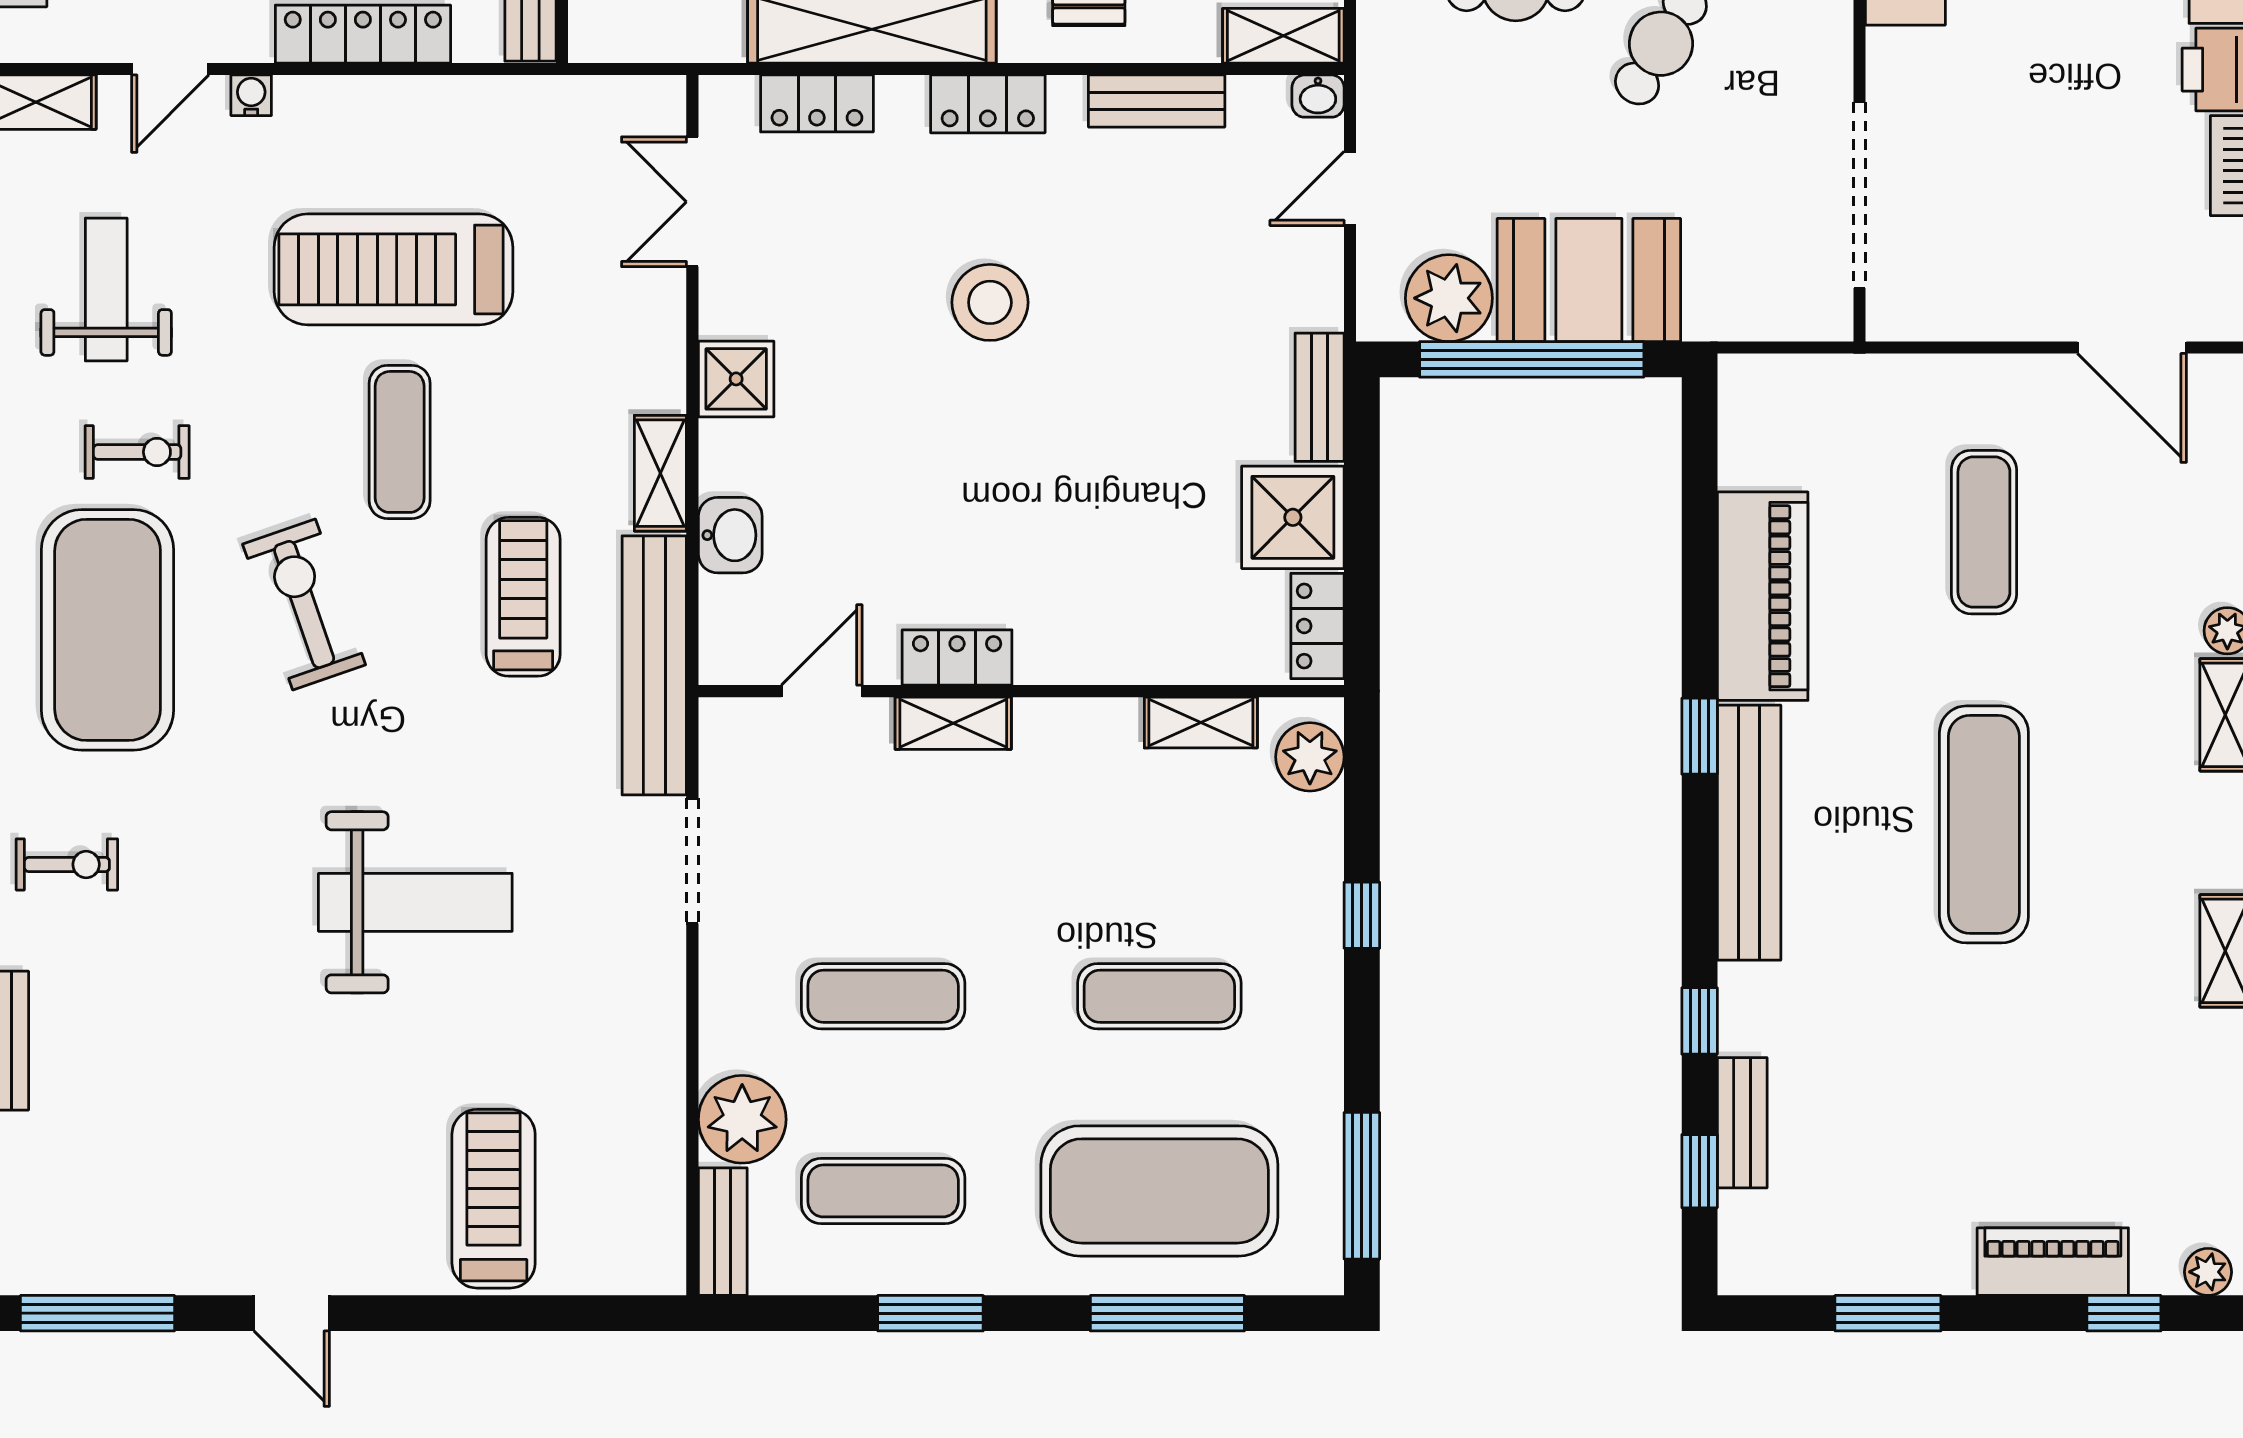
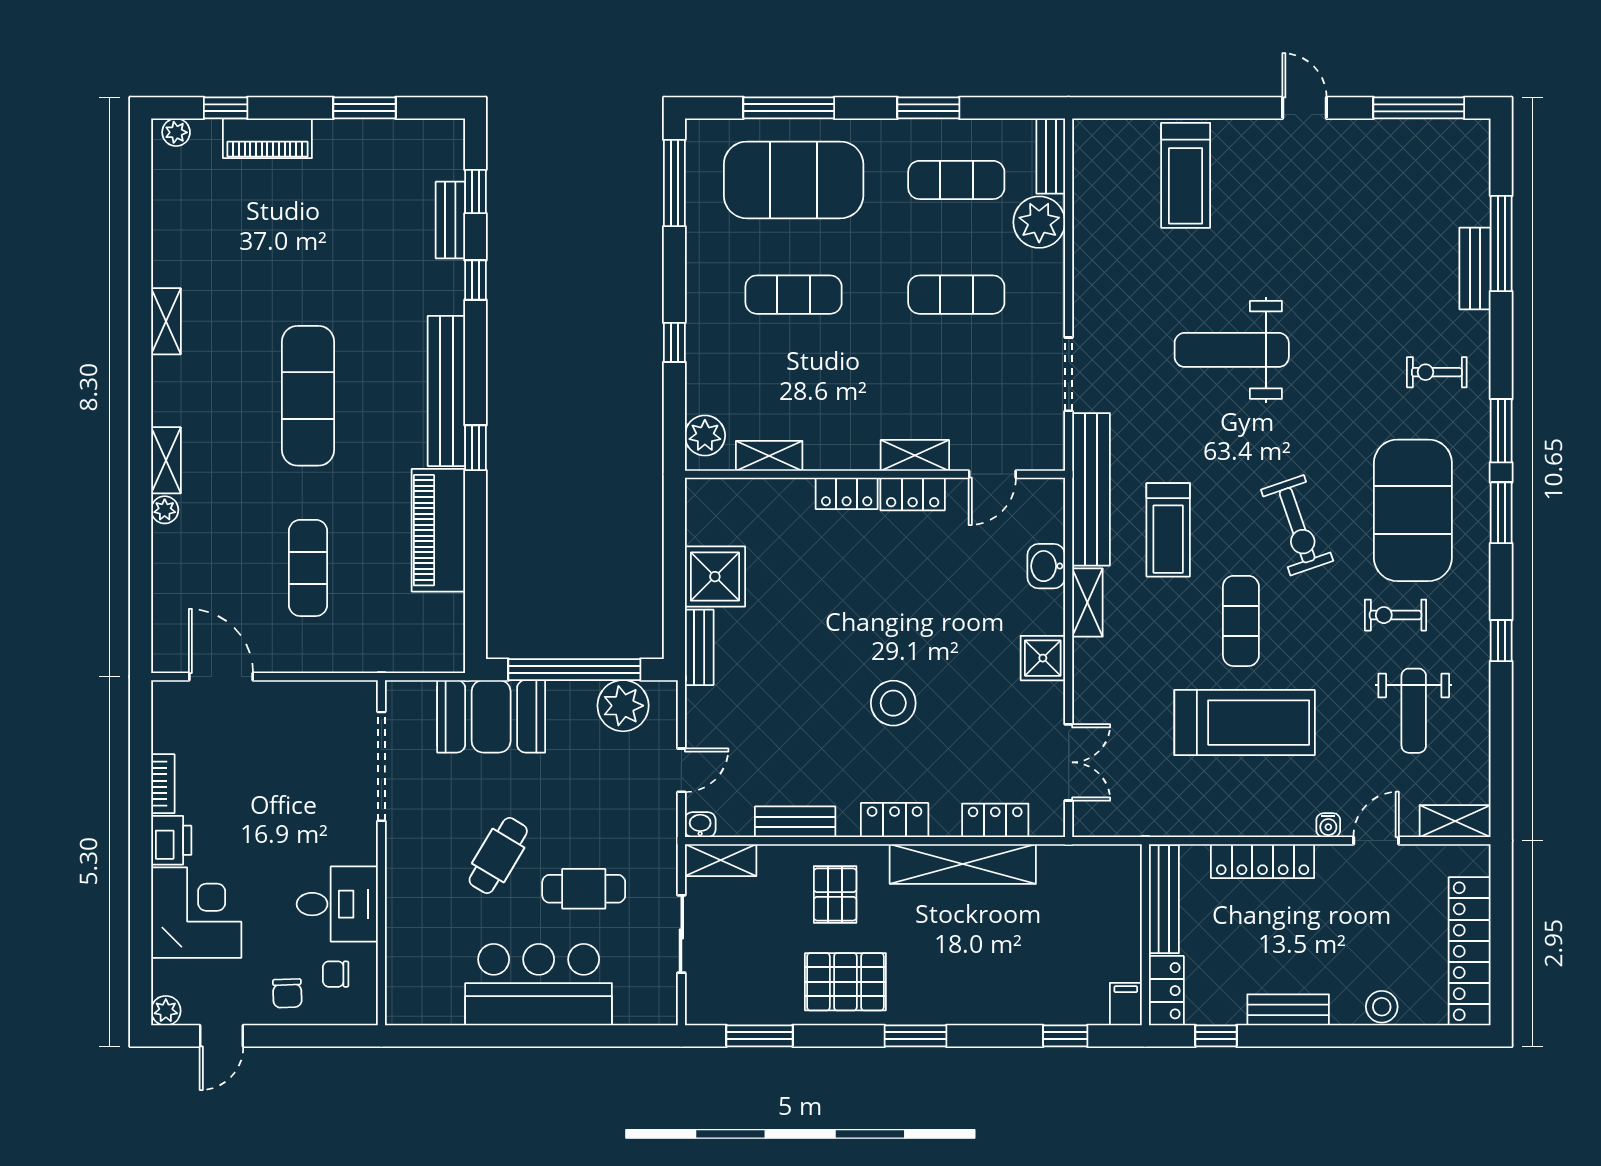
booth: (1589, 280) -> (491, 716), moved
locker: (1317, 626) -> (847, 493), moved, turned 90

